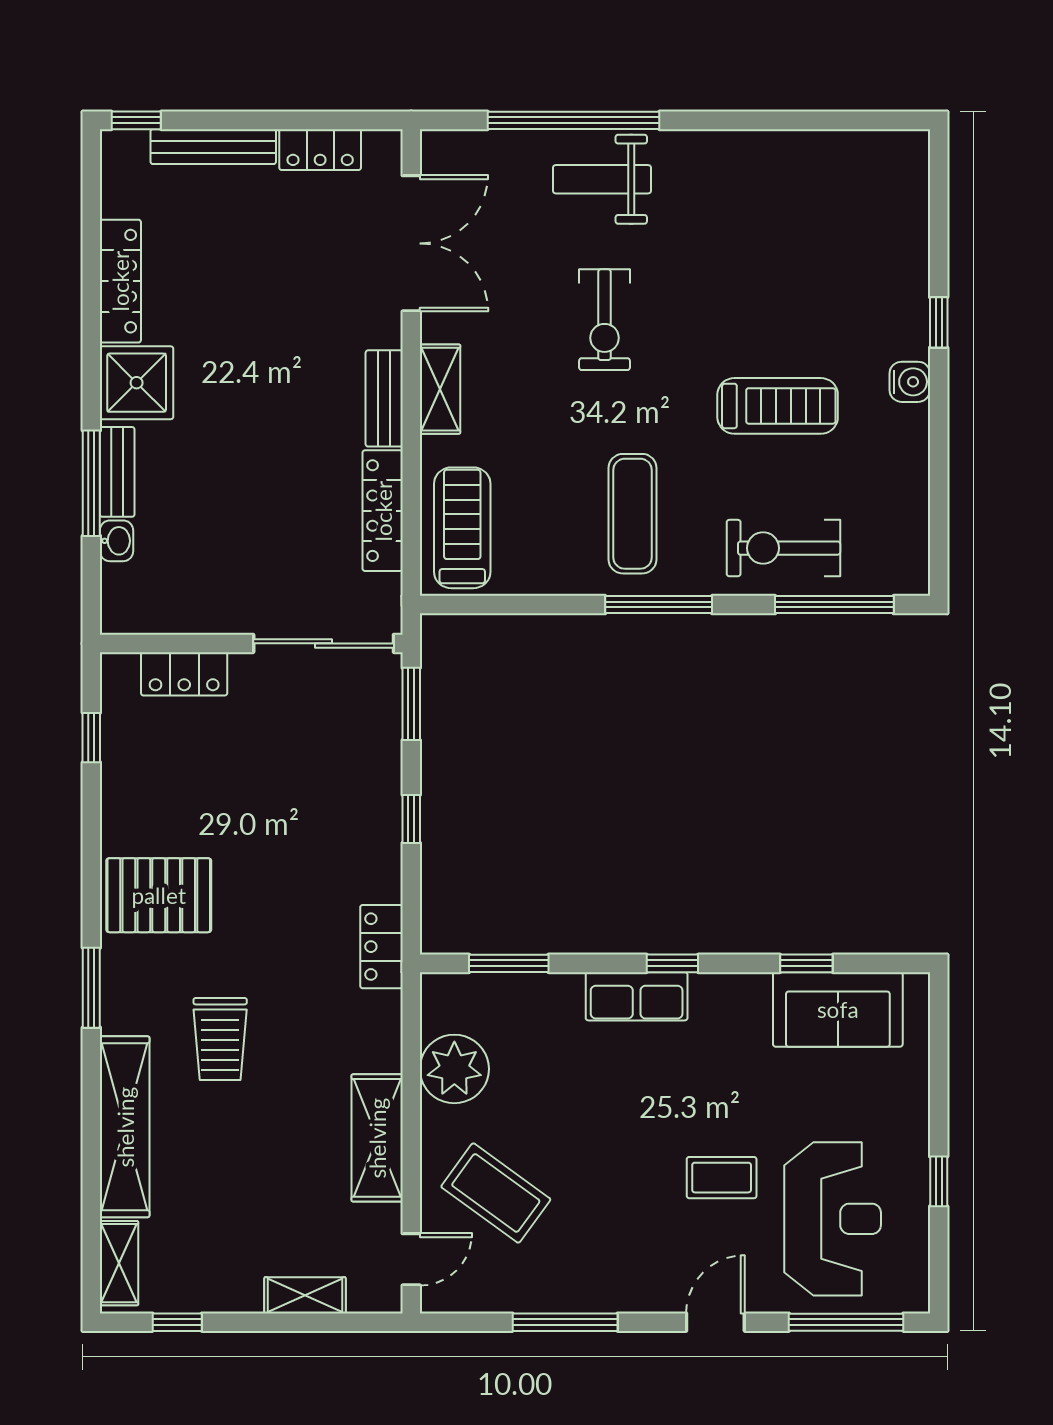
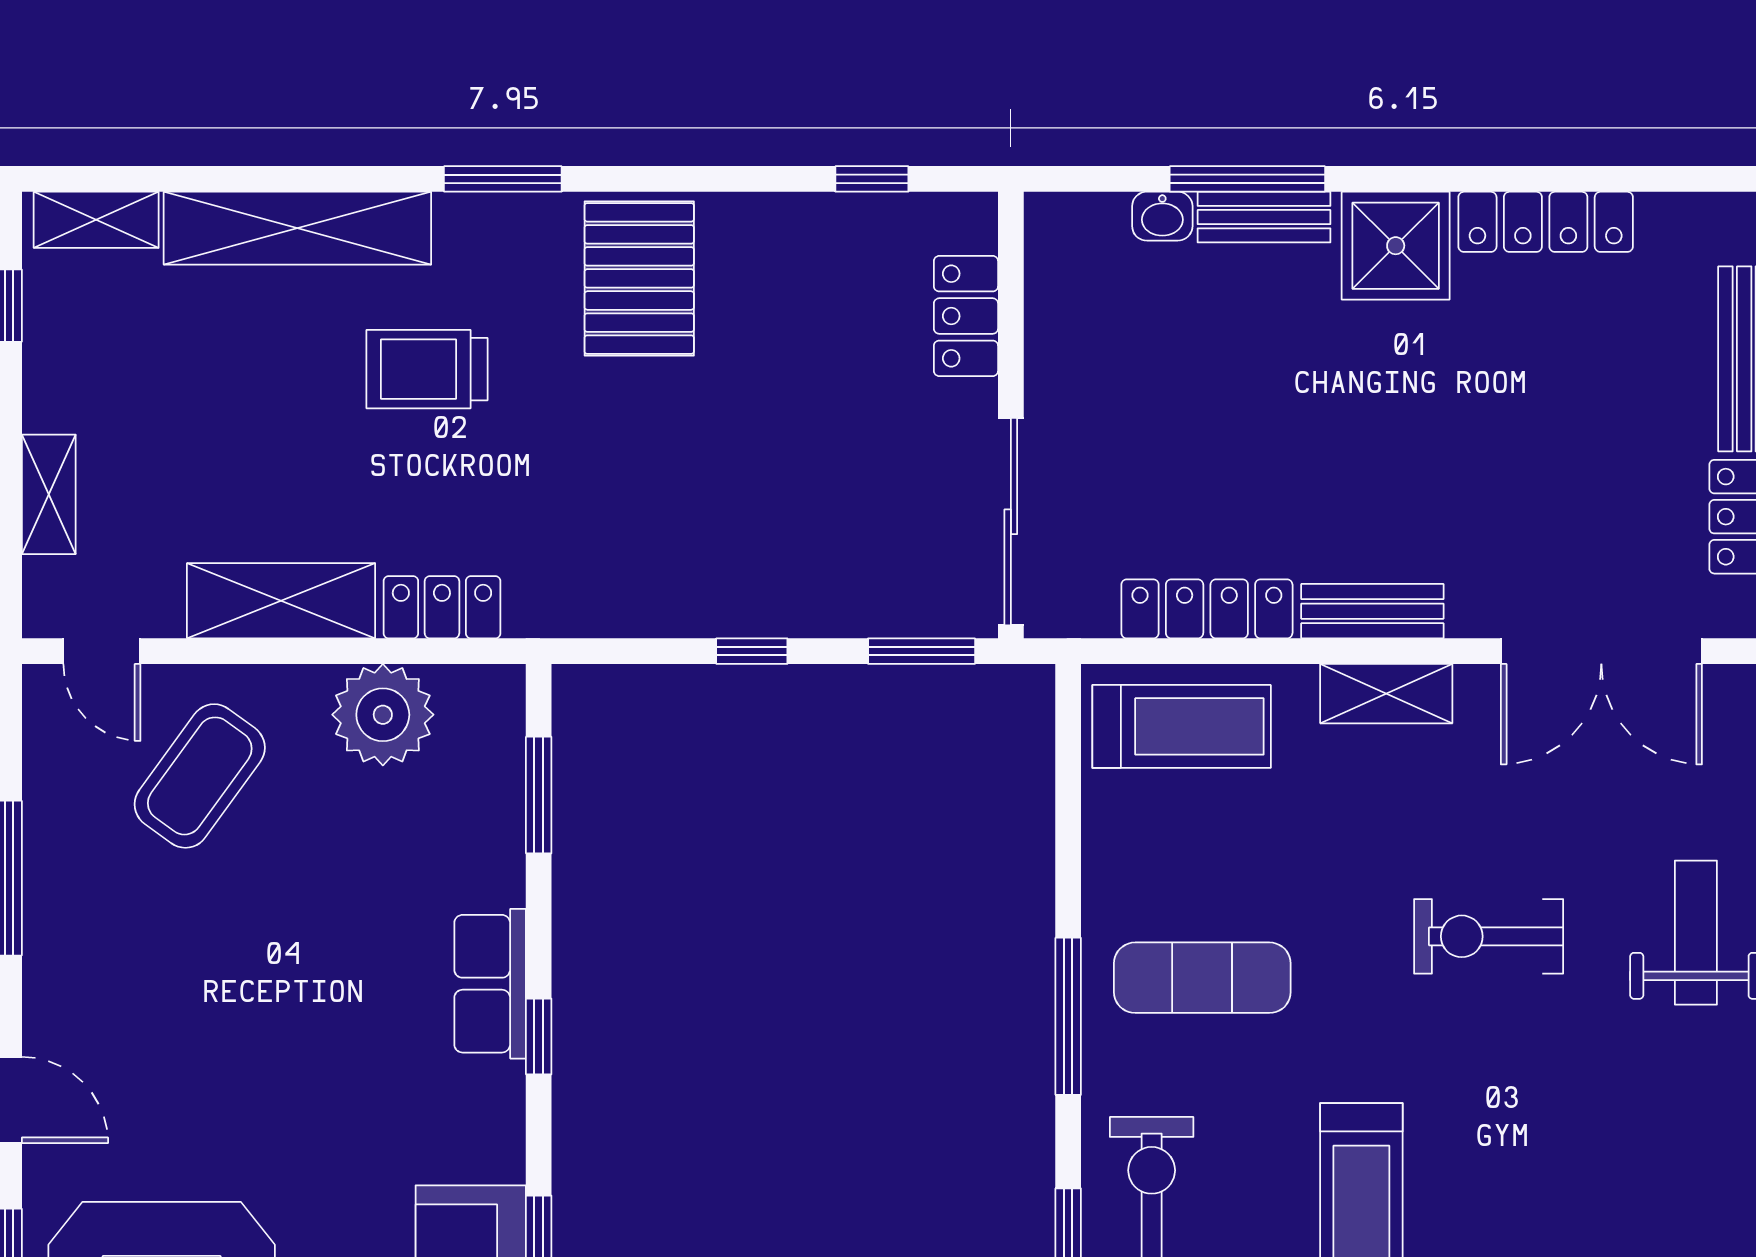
locker: (381, 947) -> (442, 607), moved
coffee table: (722, 1178) -> (223, 1109), removed

